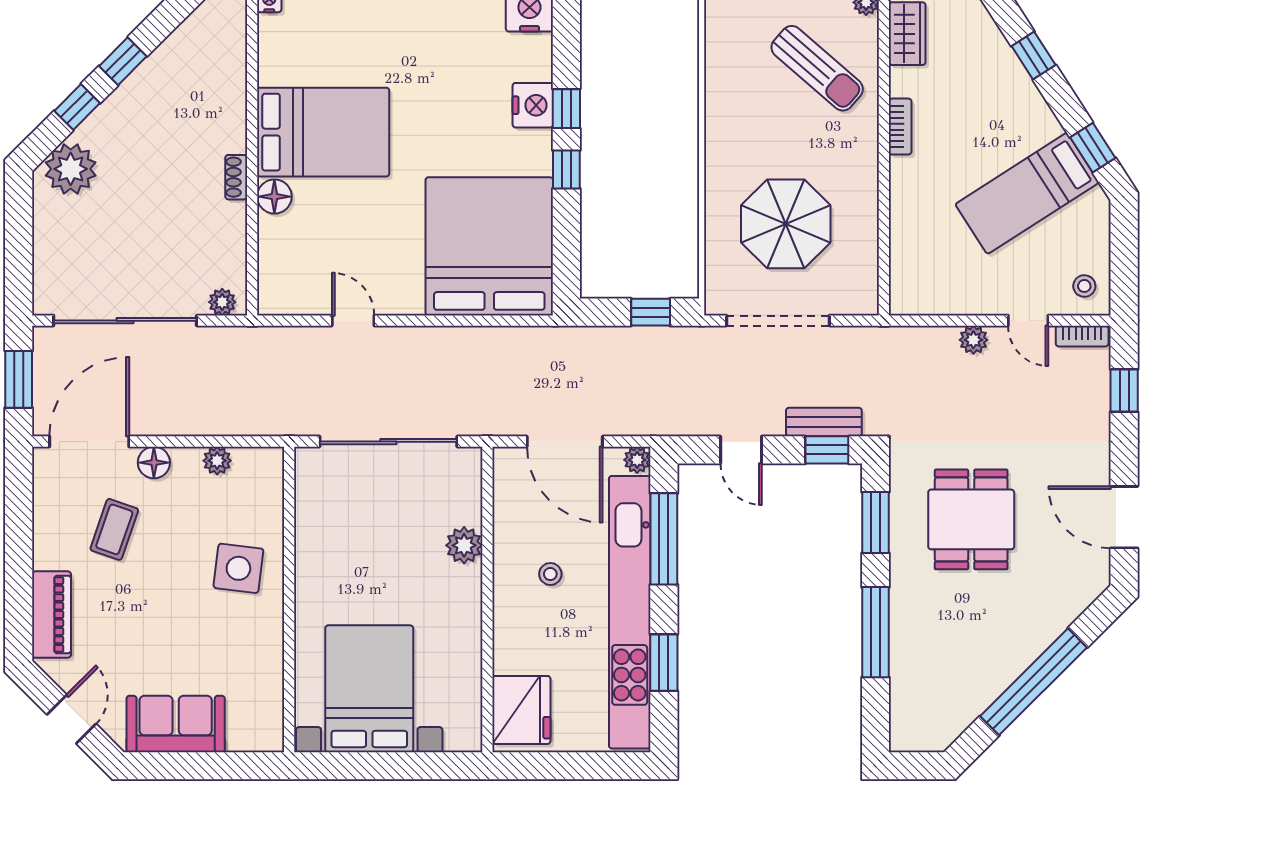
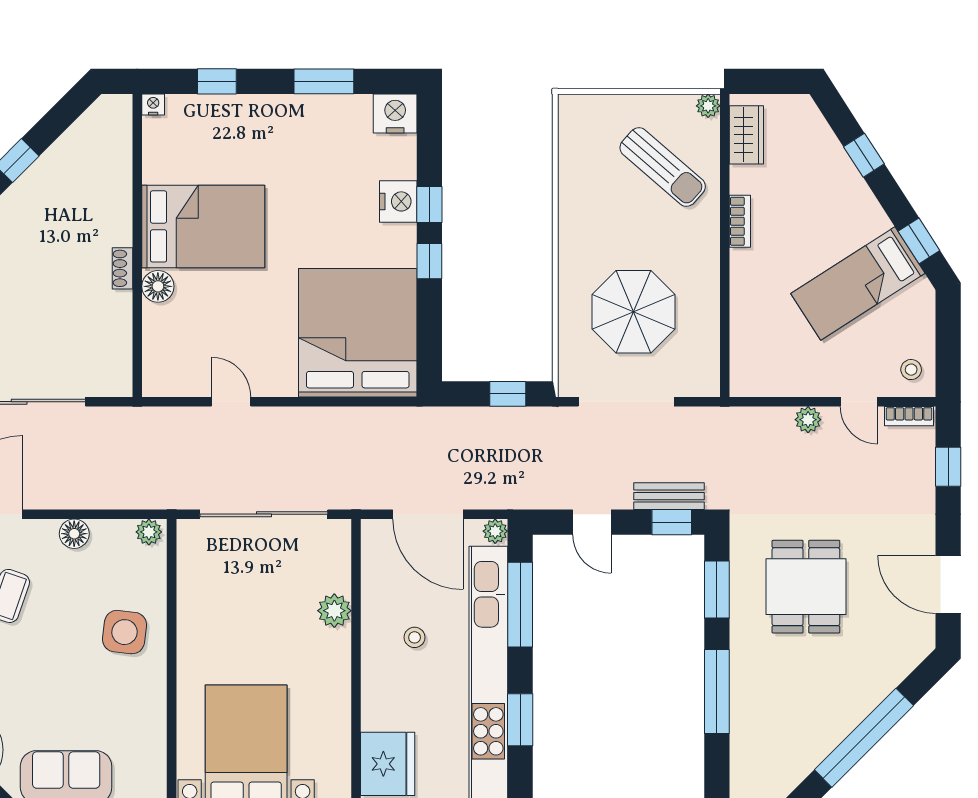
plant: (222, 302) -> (109, 384), removed
plant: (217, 461) -> (149, 532), moved
floor lamp: (154, 463) -> (74, 534), moved

